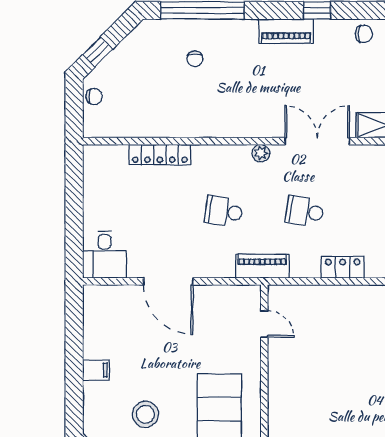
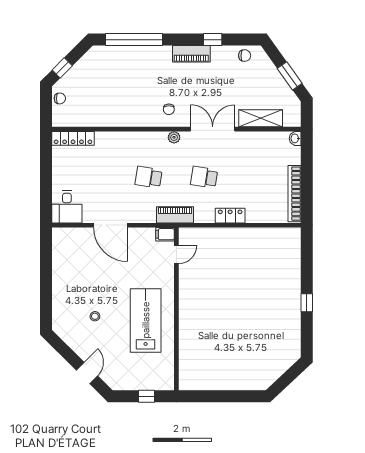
chair: (195, 59) -> (169, 109), moved
locker: (160, 155) -> (73, 138), moved
door: (264, 324) -> (176, 254), hinge flipped
filing cabinet: (96, 370) -> (165, 234), moved, turned 180
stool: (145, 414) -> (95, 316), width x0.53, depth x0.53

